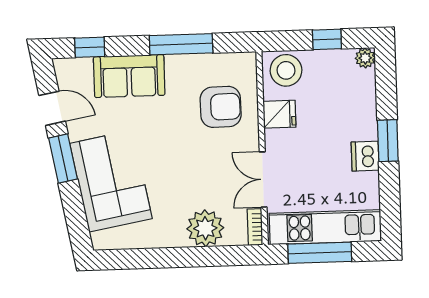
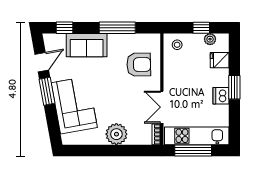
plant: (365, 58) -> (210, 39), moved
stool: (286, 70) -> (177, 45), width x0.53, depth x0.53
door: (52, 108) -> (42, 62), hinge flipped
fridge: (279, 114) -> (220, 60), moved, turned 180
plant: (205, 228) -> (116, 134), moved

